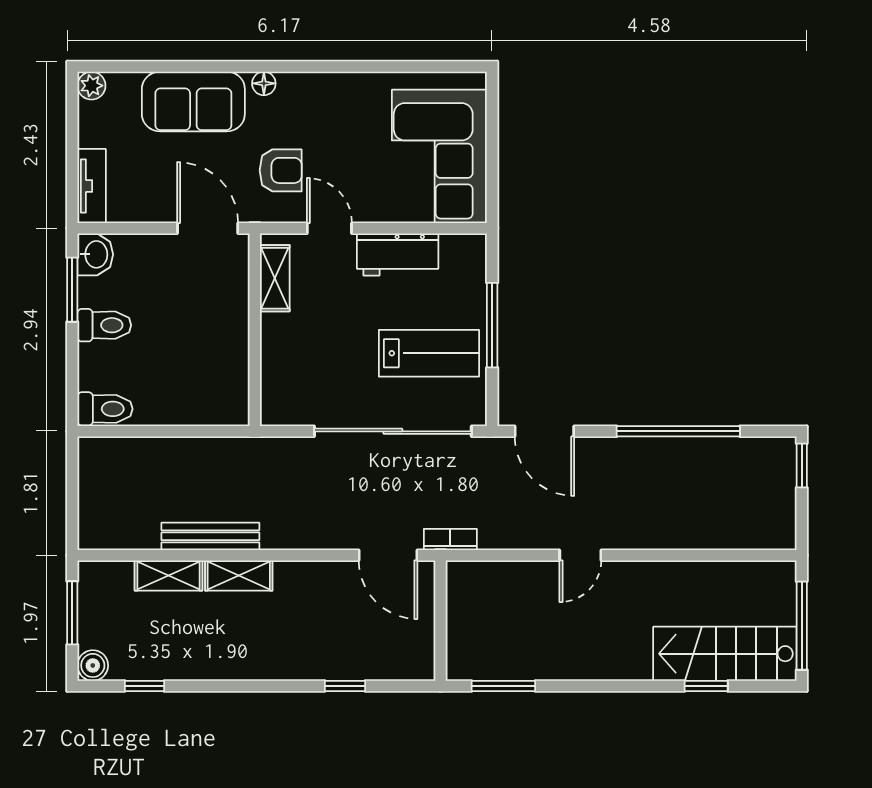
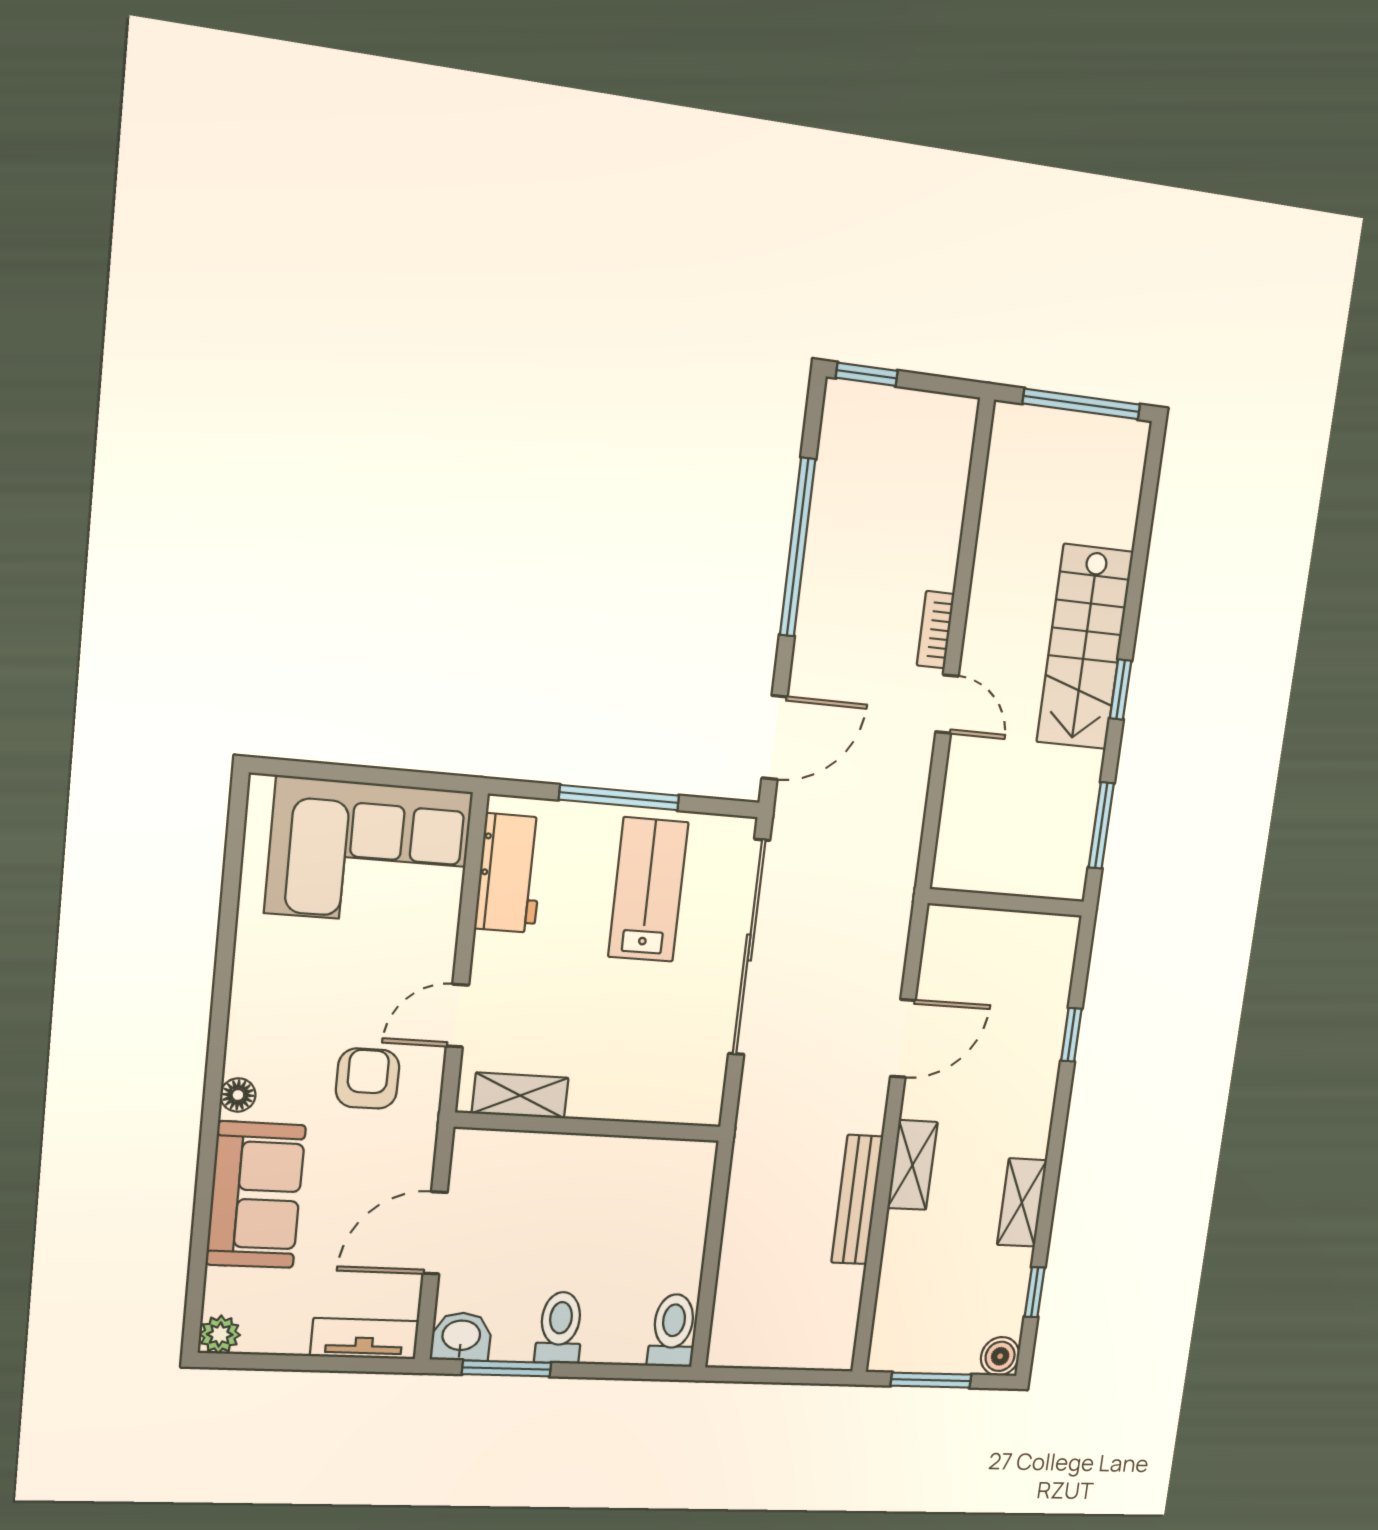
door: (208, 228) -> (435, 1233), moved
workbench: (398, 254) -> (510, 873), moved
bookcase: (450, 539) -> (936, 630), moved
door: (388, 555) -> (903, 1038), moved
shelving: (168, 576) -> (1022, 1202), moved
stairs: (725, 654) -> (1085, 647), moved
window: (706, 686) -> (1121, 690), moved

